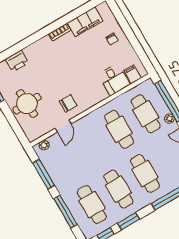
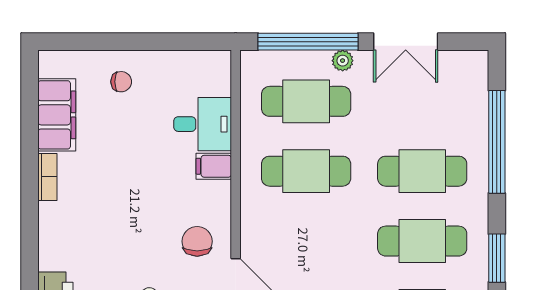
filing cabinet: (133, 74) -> (214, 166), moved

